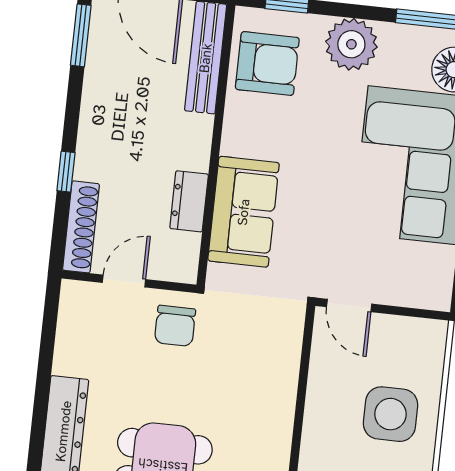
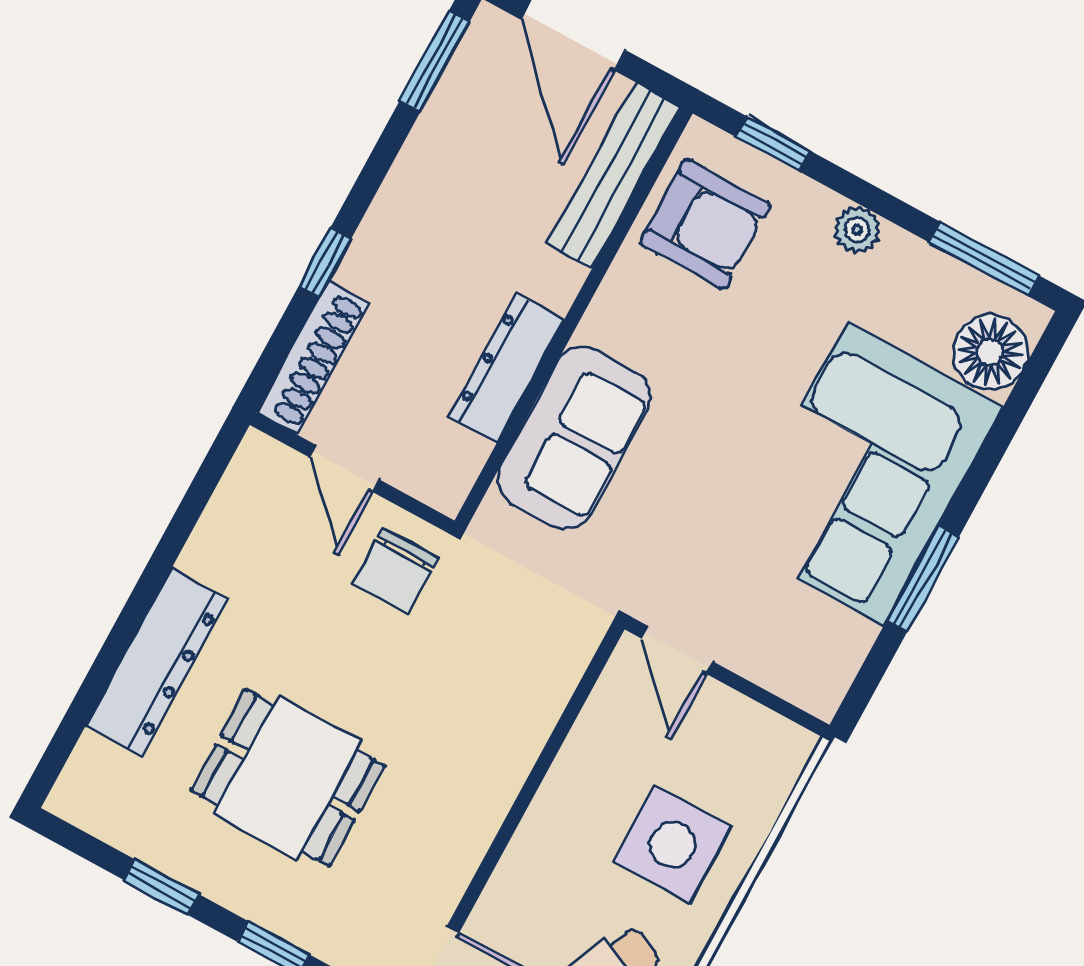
plant: (351, 44) -> (857, 230), width x0.53, depth x0.53
dresser: (189, 201) -> (506, 368), width x1.44
door: (124, 281) -> (345, 469), swing flipped

